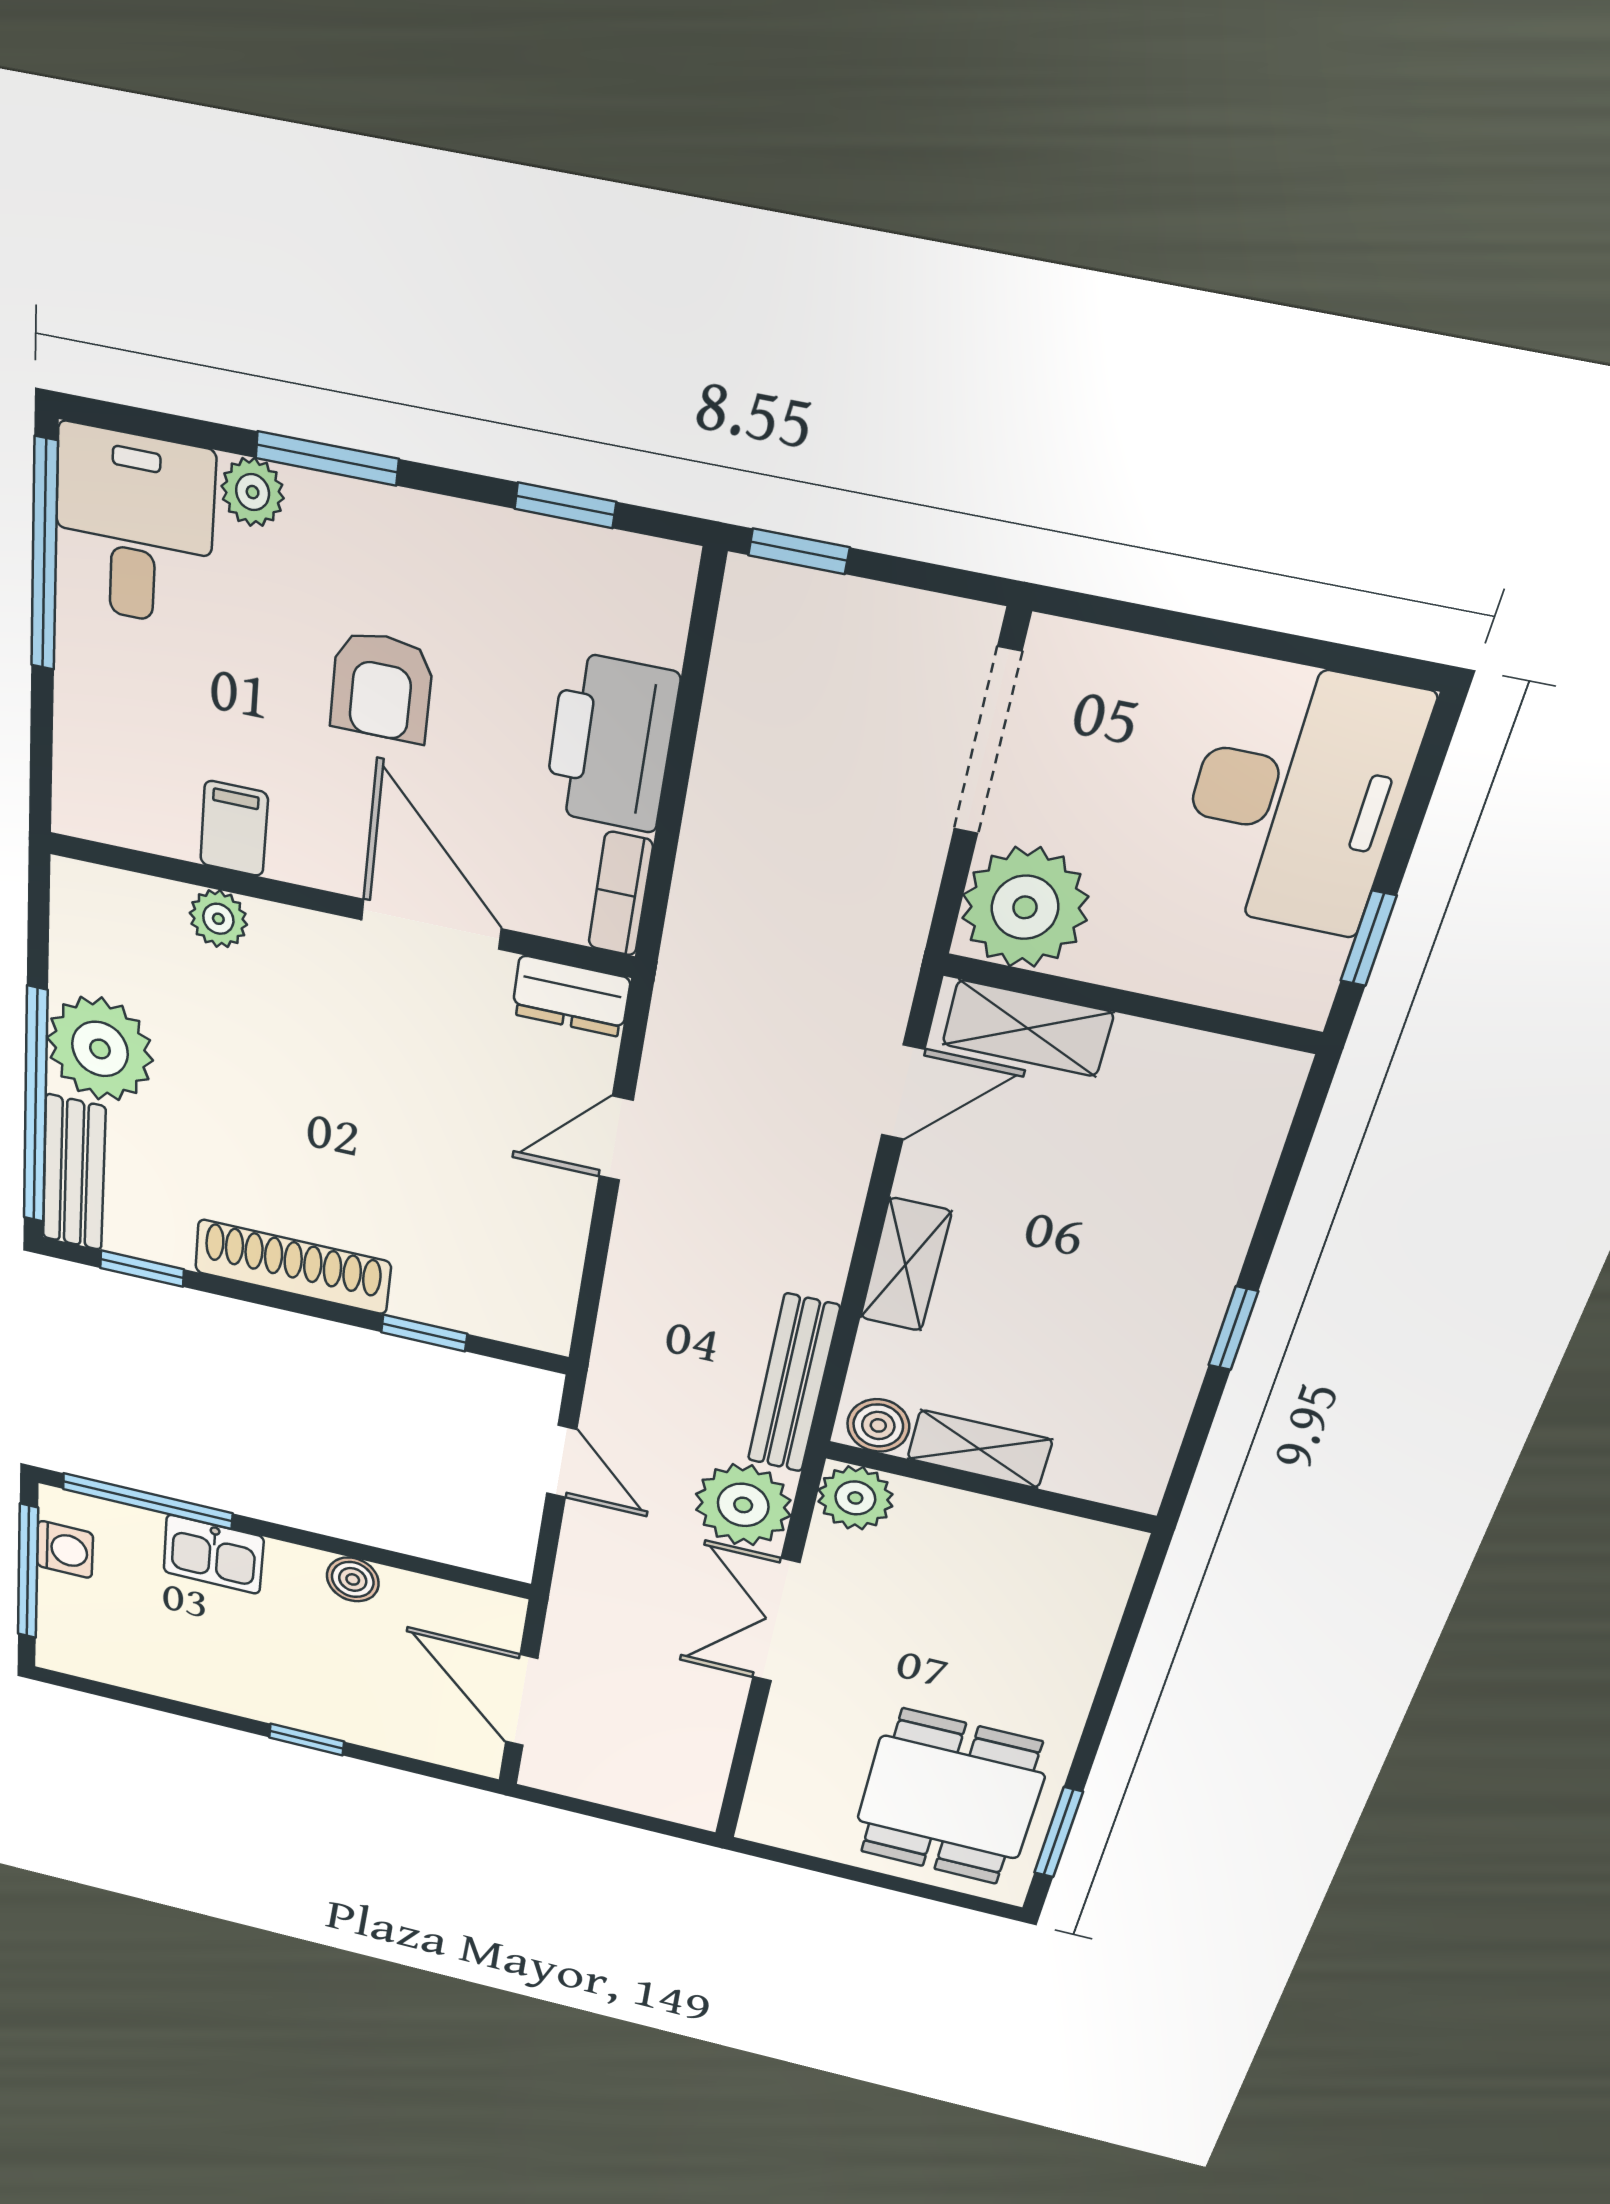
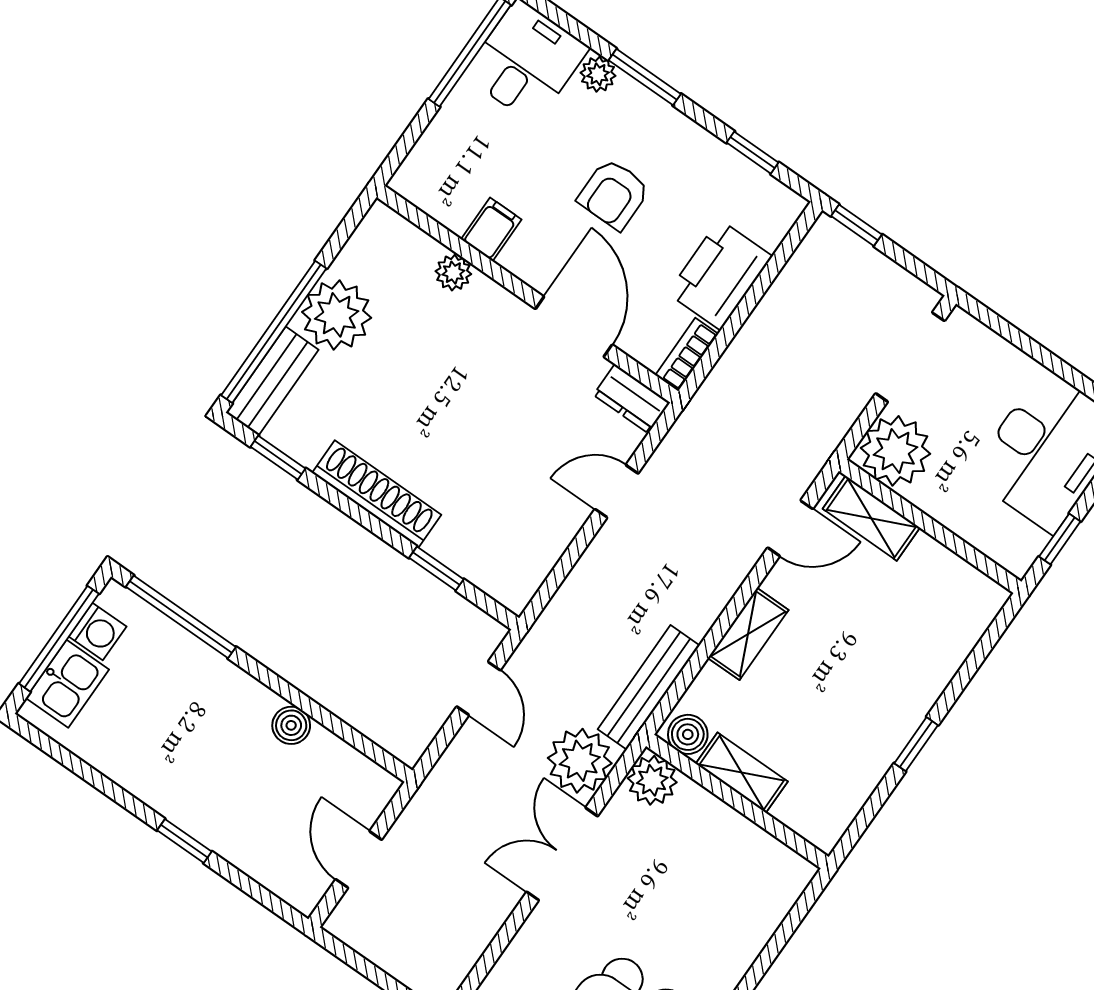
kitchen sink: (213, 1554) -> (67, 684), moved, turned -90
door: (521, 1700) -> (359, 860), width x0.73

